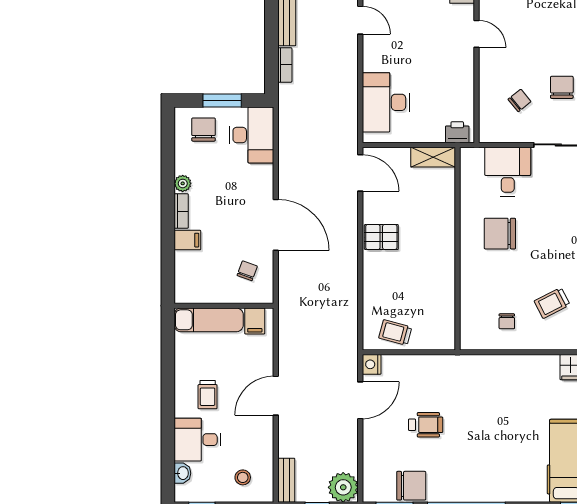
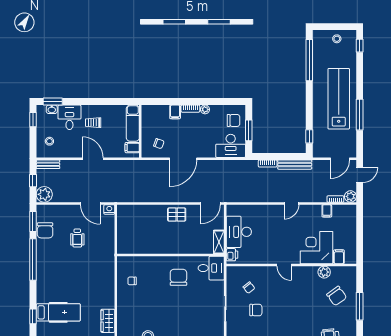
door: (477, 34) -> (284, 265), hinge flipped
desk: (386, 102) -> (239, 232), moved, turned -90
desk: (508, 172) -> (211, 268), moved
pallet: (381, 237) -> (177, 215), turned 90
trolley: (552, 303) -> (142, 305), removed
trolley: (395, 332) -> (126, 222), removed
window: (168, 471) -> (53, 102), added

